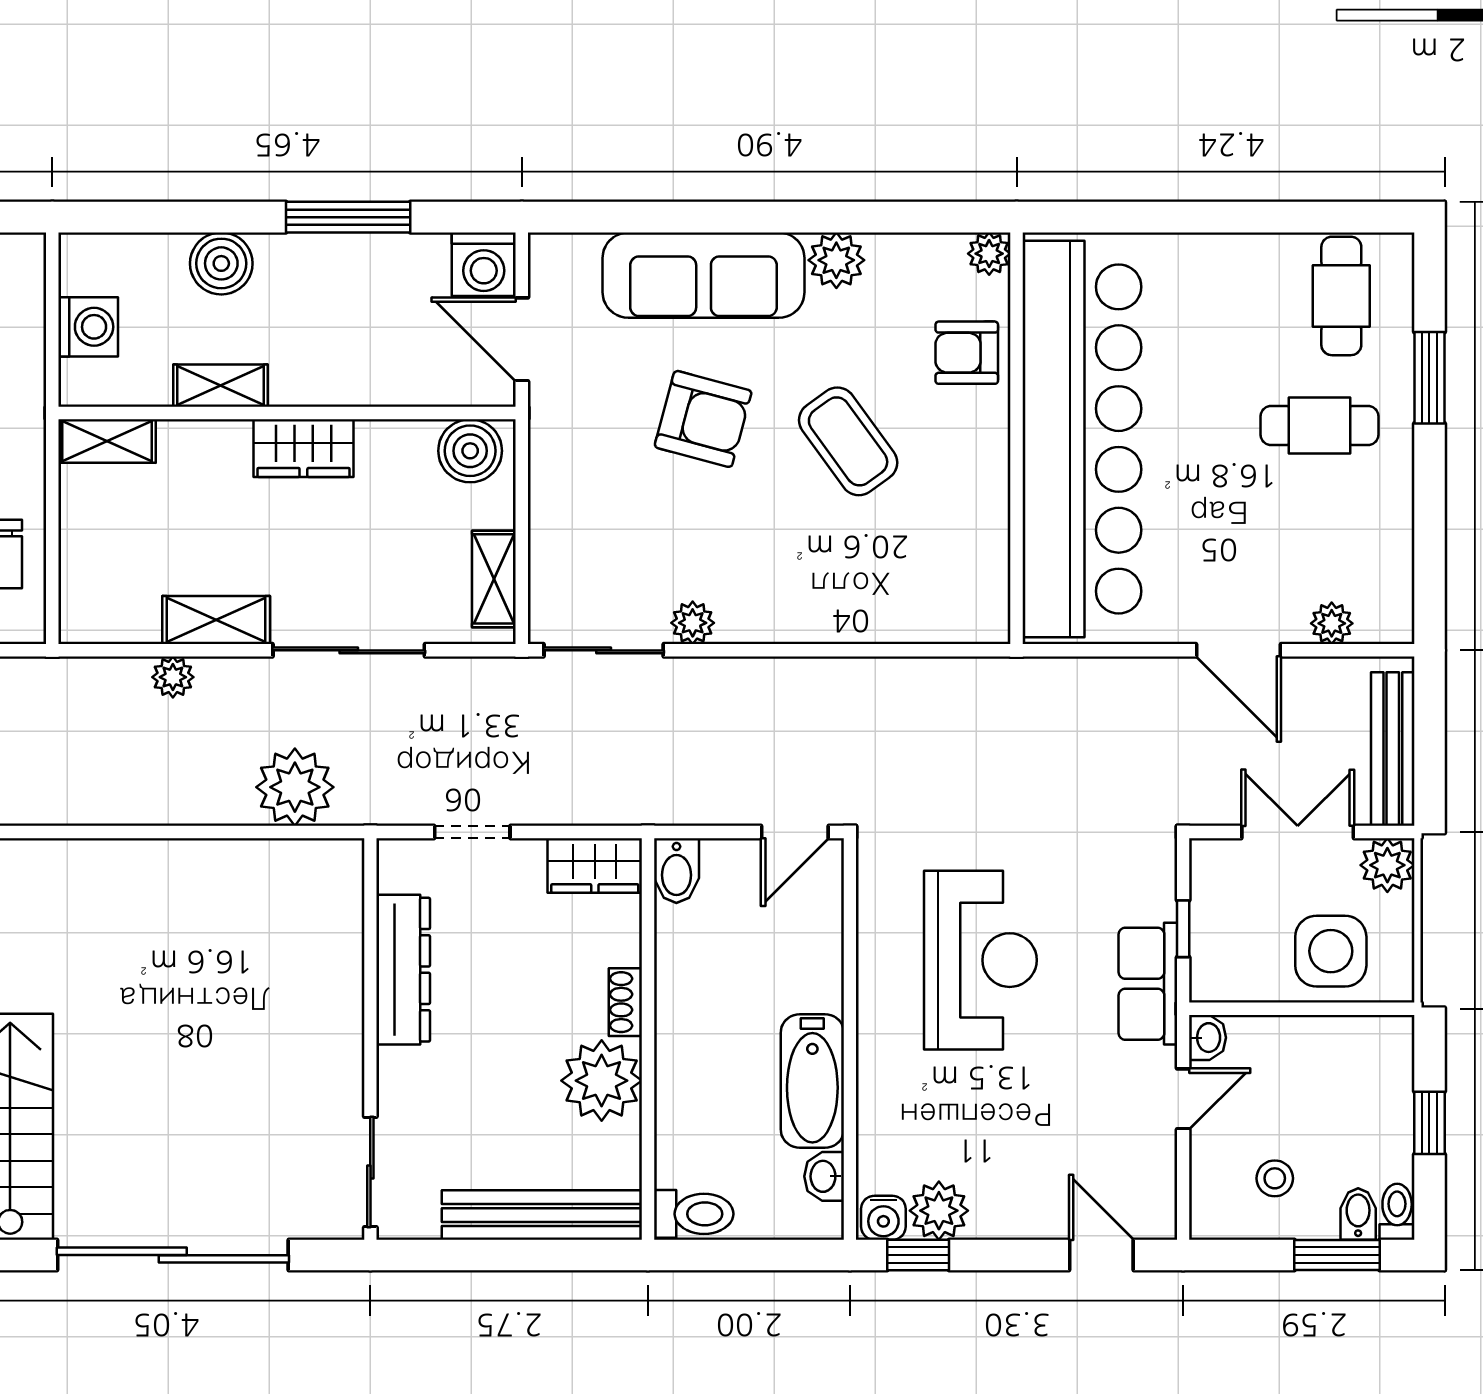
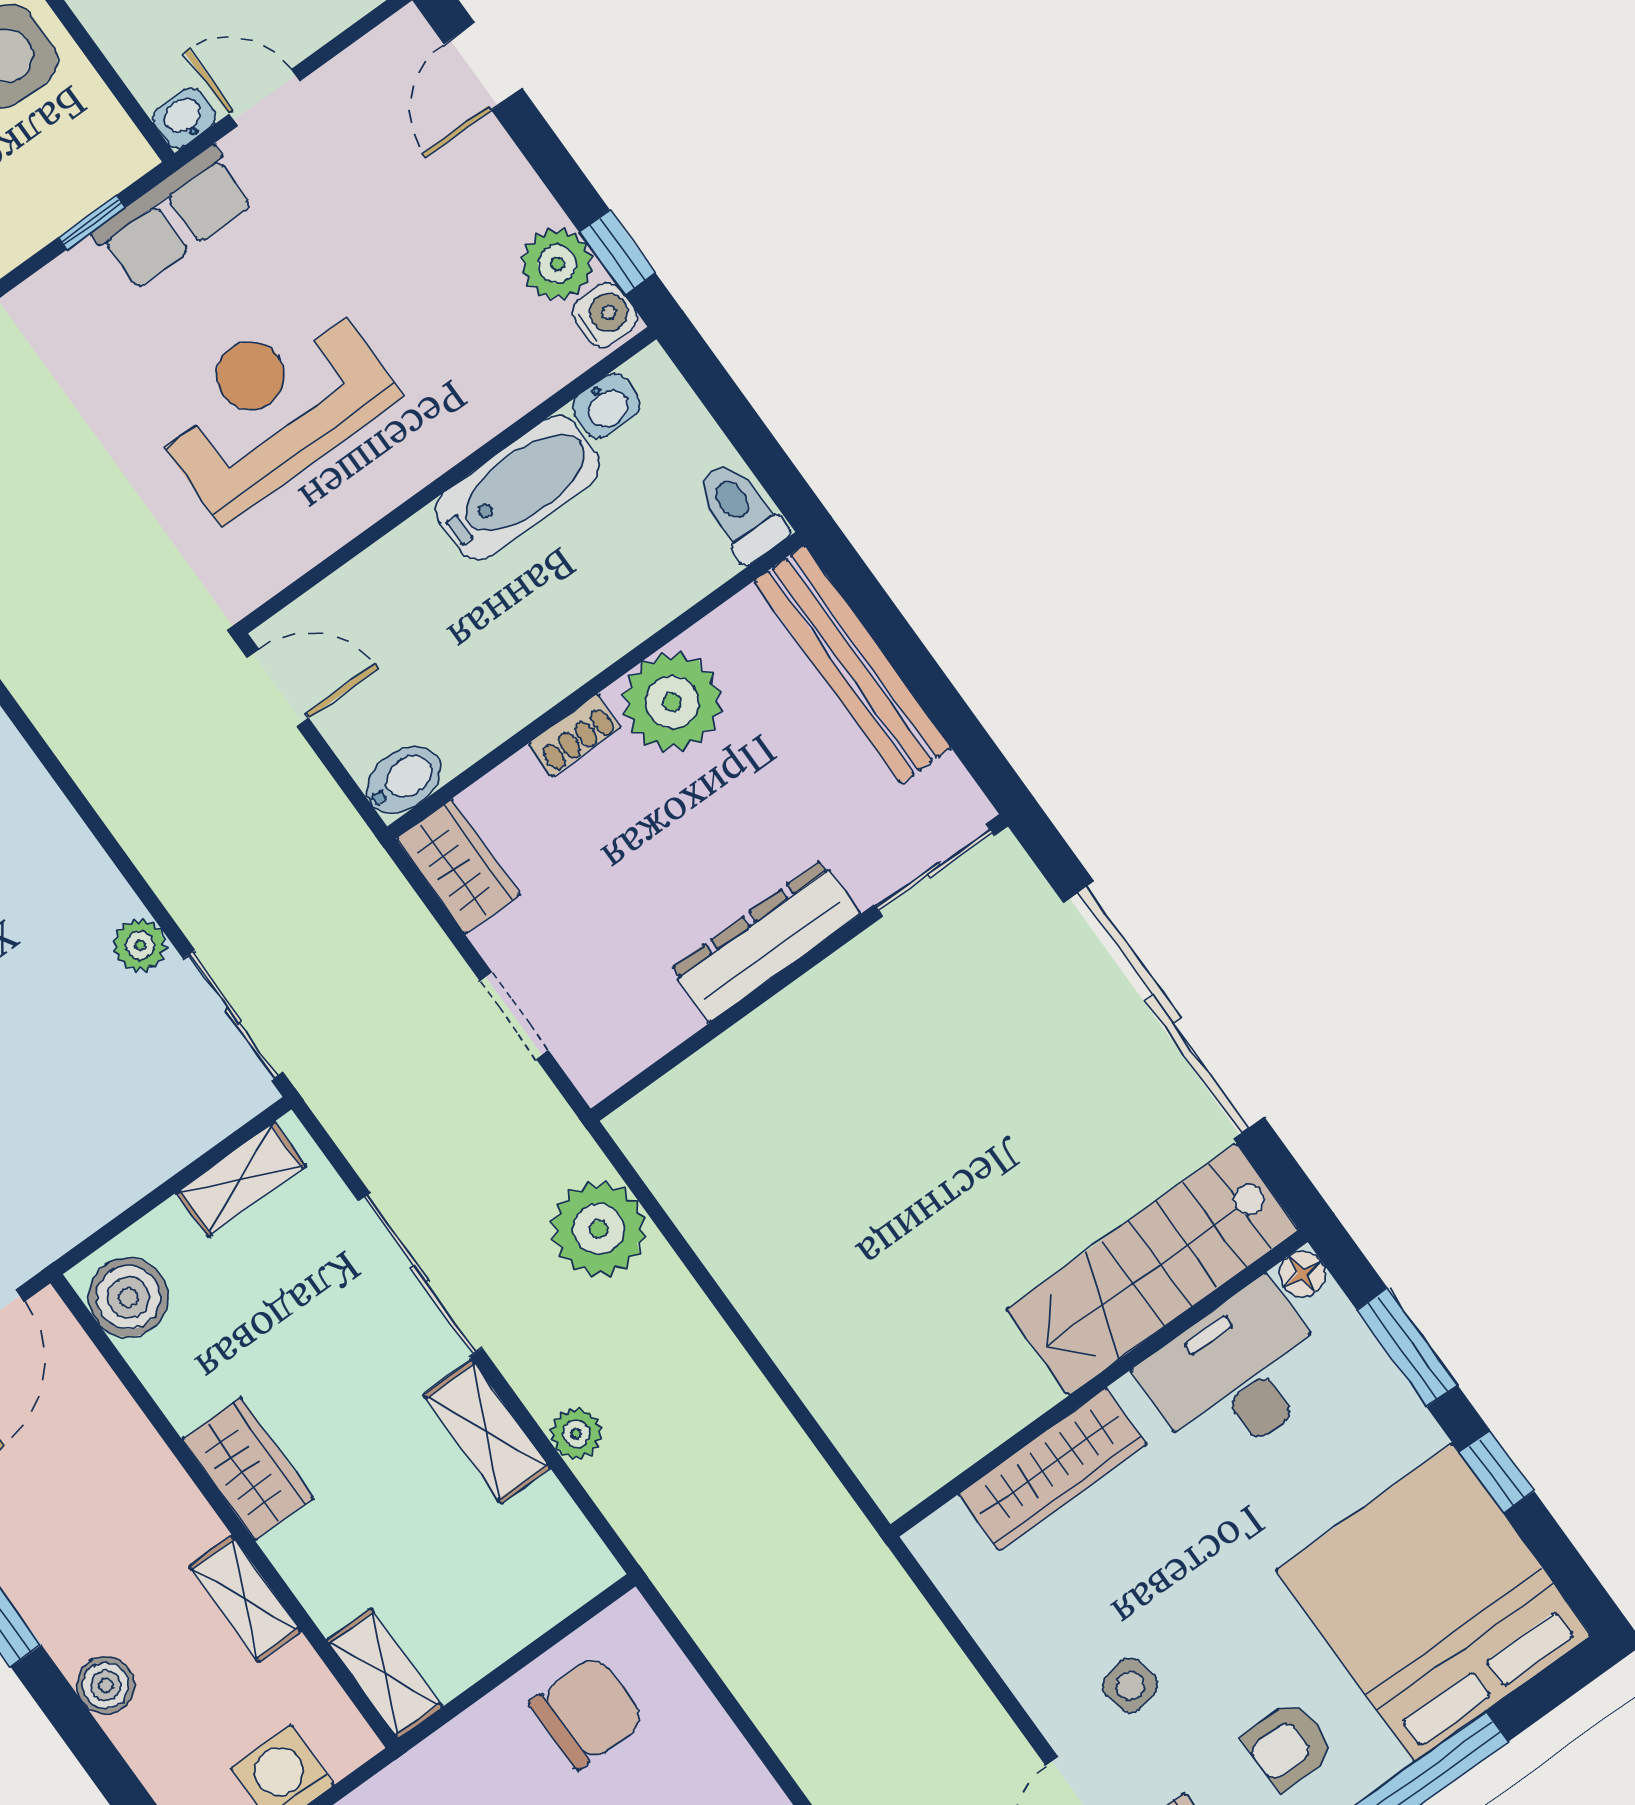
boiler: (221, 263) -> (106, 1685), width x0.73, depth x0.73
dresser: (403, 970) -> (765, 941), moved

